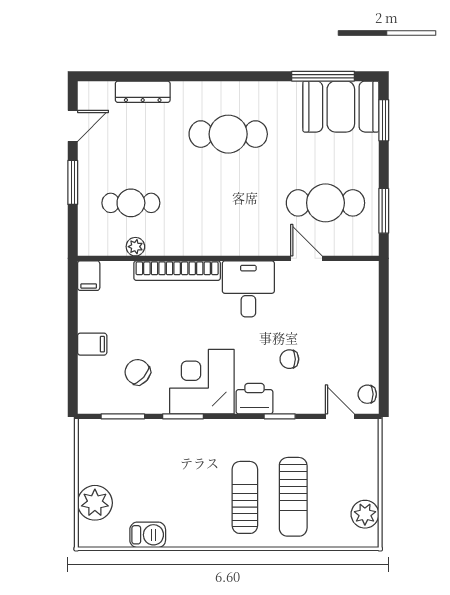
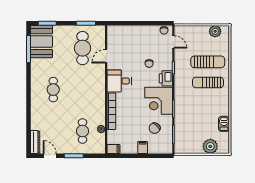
dresser: (143, 92) -> (35, 142), moved
cafe table: (228, 134) -> (53, 90), width x0.73, depth x0.74
door: (340, 416) -> (173, 42), swing flipped

